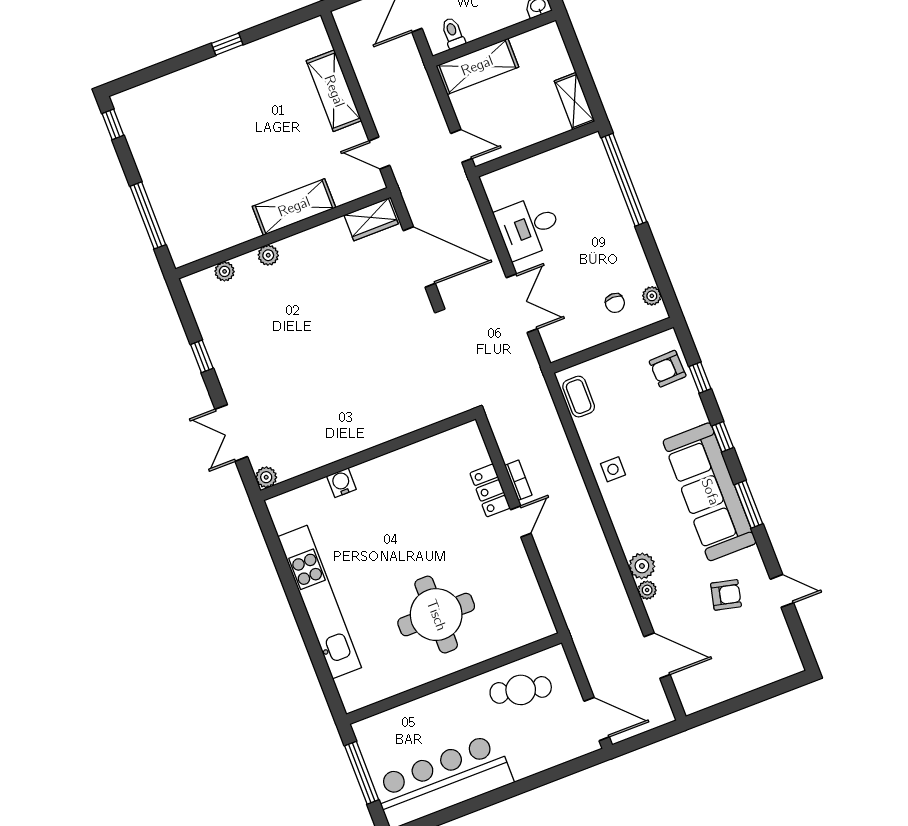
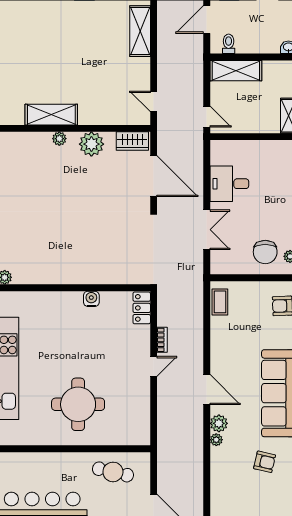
shelving: (334, 91) -> (140, 31), moved
shelving: (294, 207) -> (51, 115), moved
plant: (225, 271) -> (91, 144), moved, width x1.87, depth x1.87
chair: (615, 303) -> (265, 252), width x1.87, depth x1.87
side table: (613, 469) -> (224, 356), removed
water cooler: (341, 483) -> (91, 299), moved
locker: (490, 490) -> (142, 308), moved
door: (657, 656) -> (207, 390), moved

